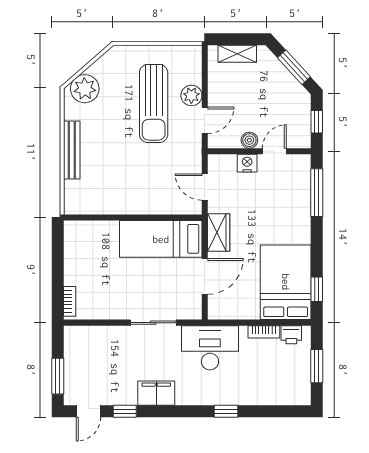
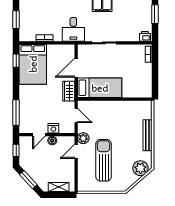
plant: (191, 95) -> (83, 138), moved
printer: (291, 335) -> (145, 36), moved
desk: (210, 348) -> (73, 29), width x0.73

